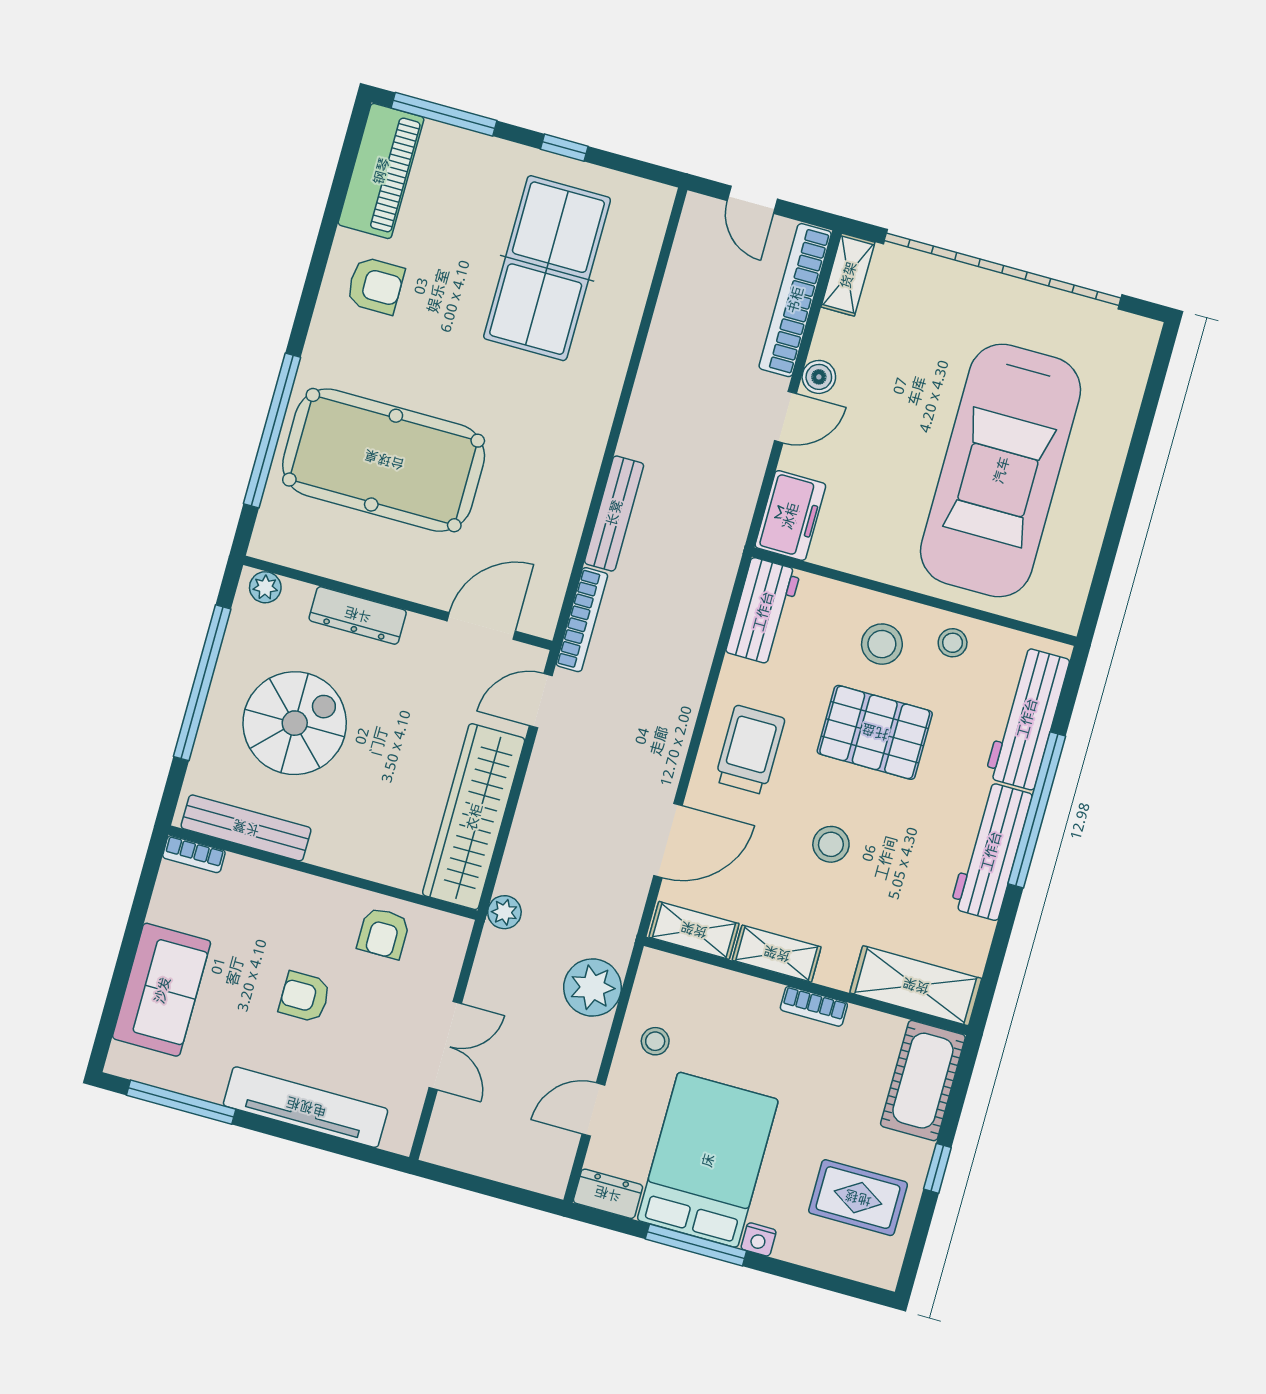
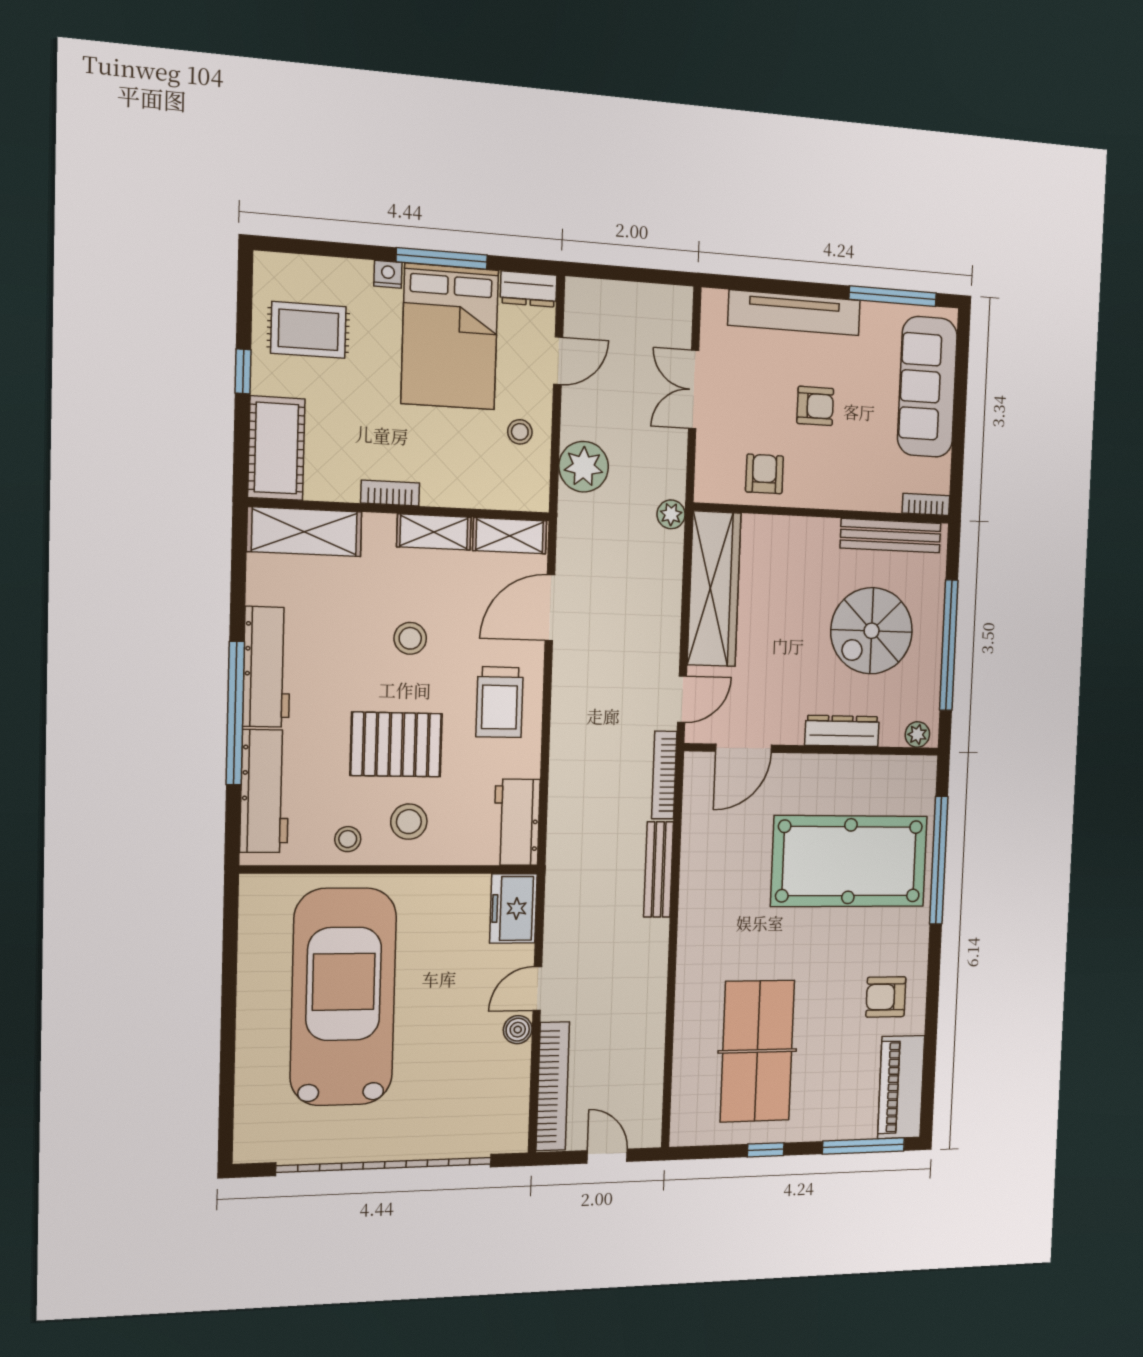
shelving: (848, 275) -> (514, 1120), removed
sofa: (162, 990) -> (927, 387), width x1.36

